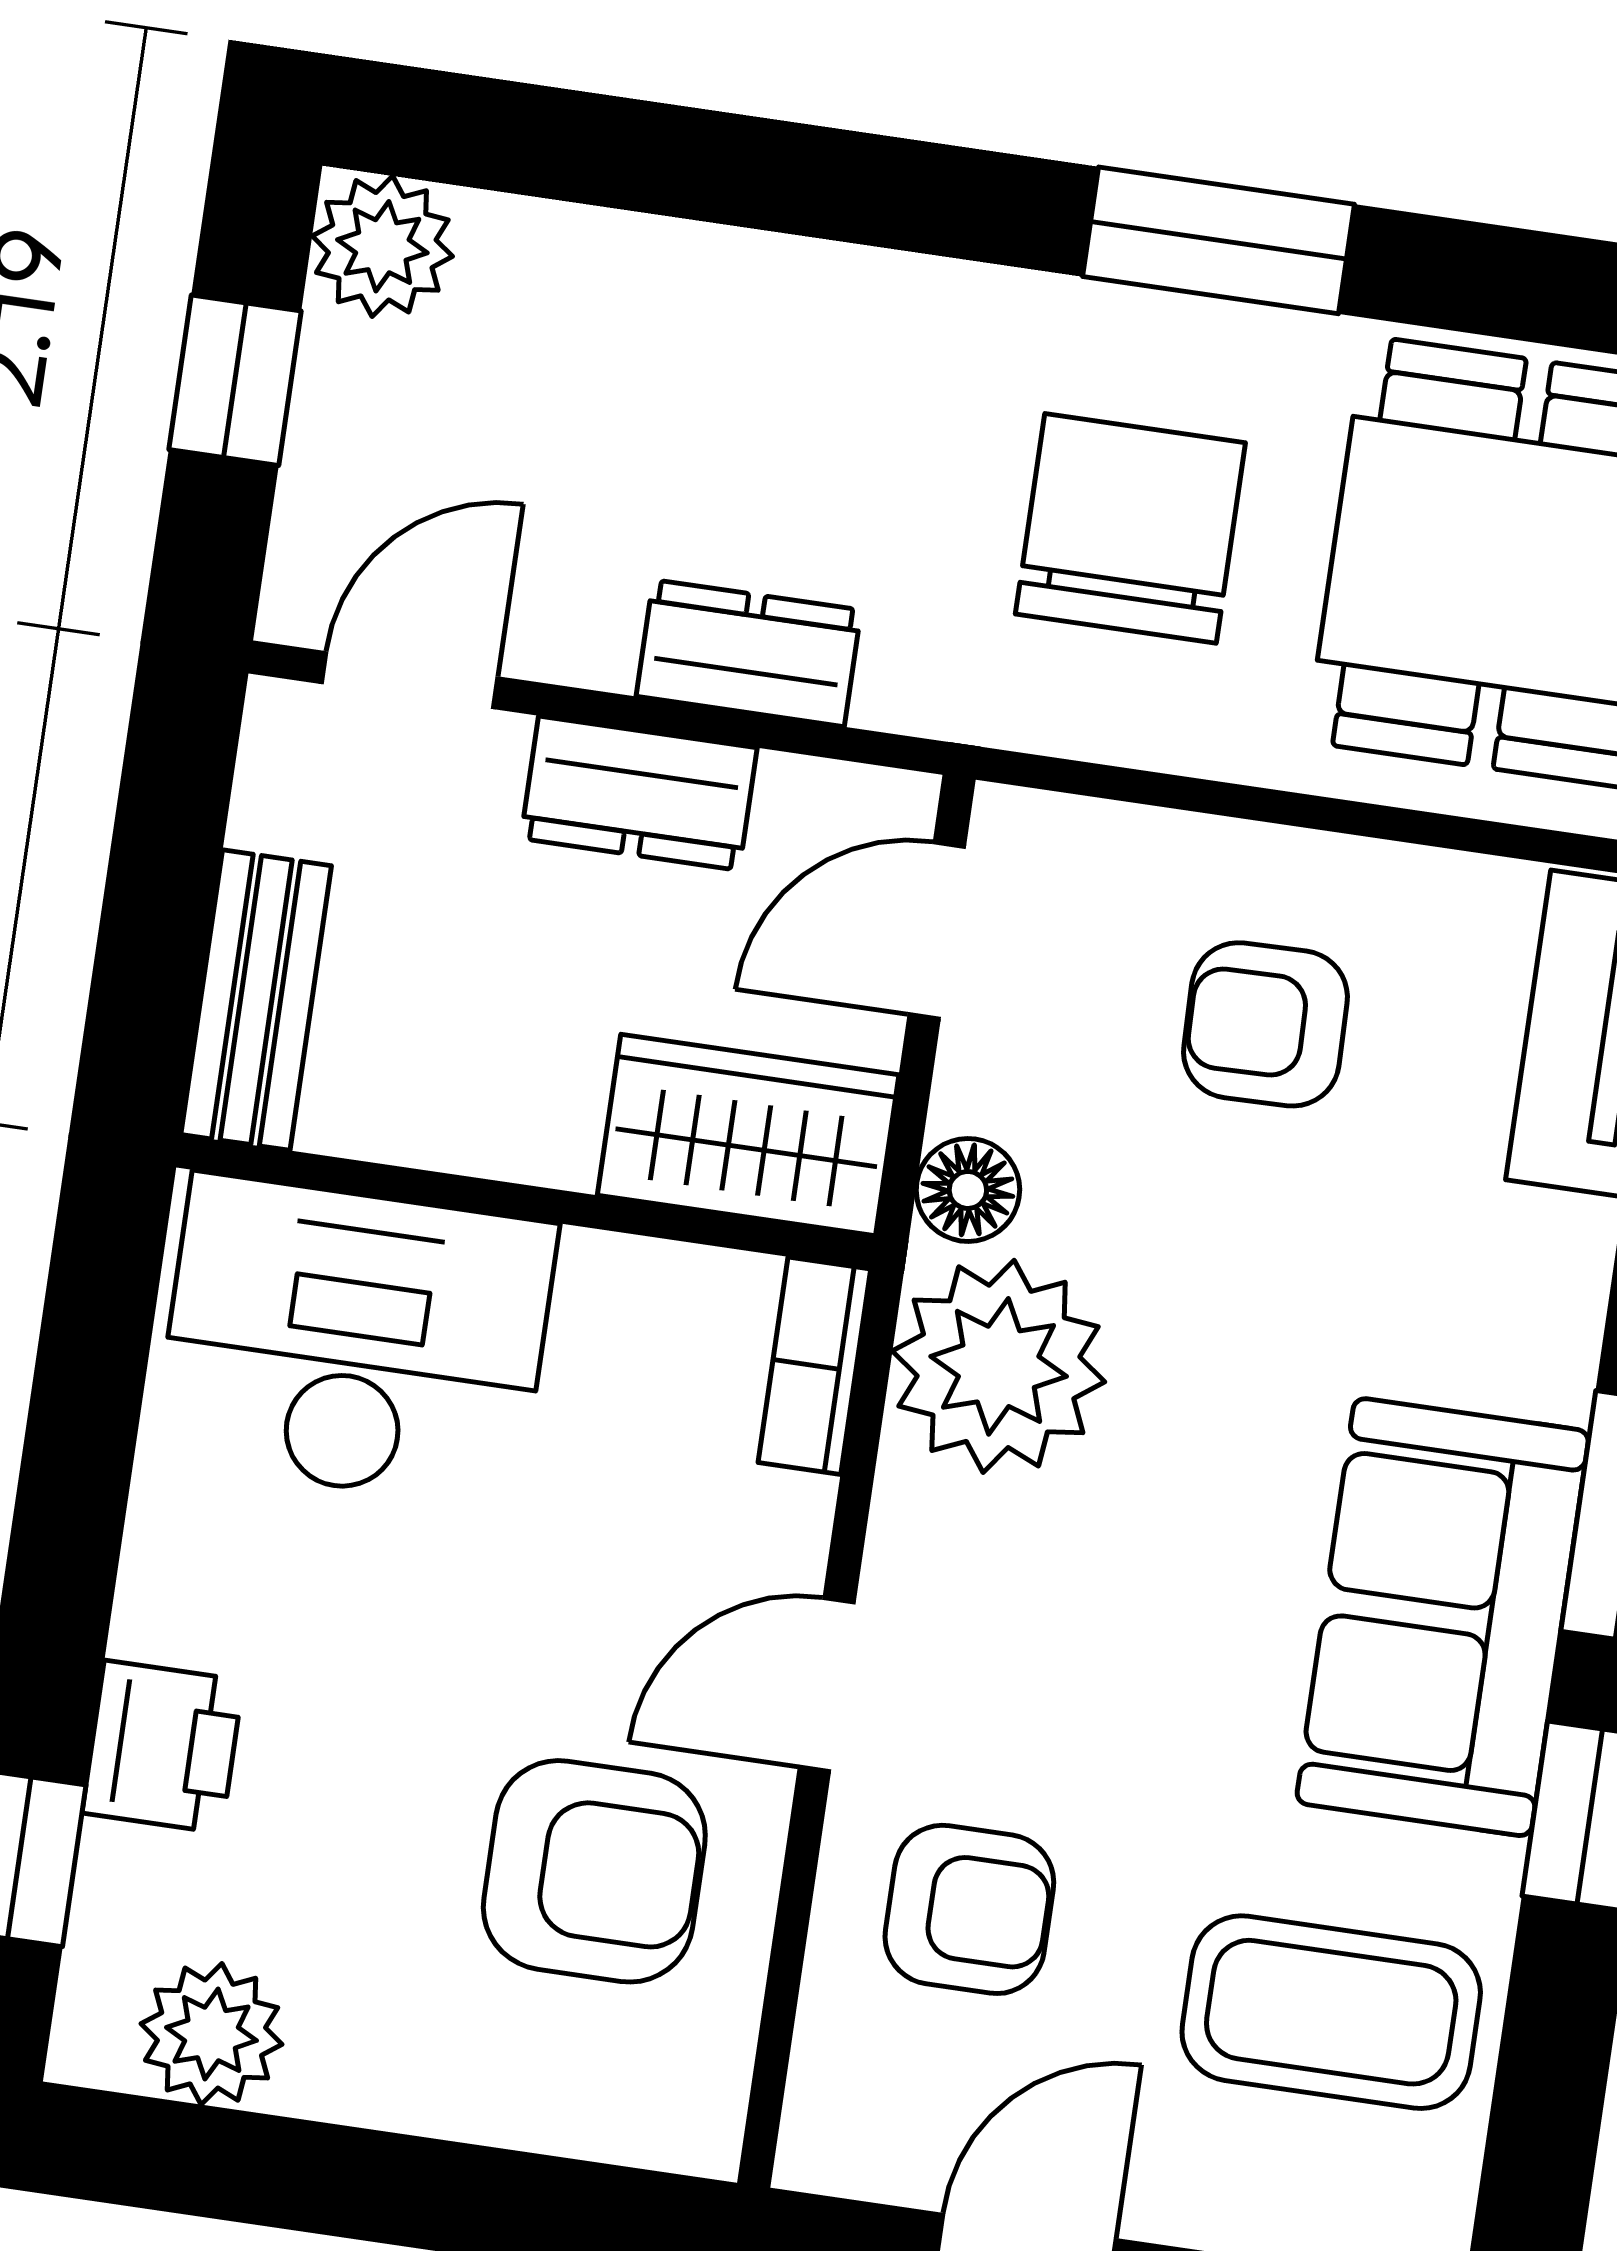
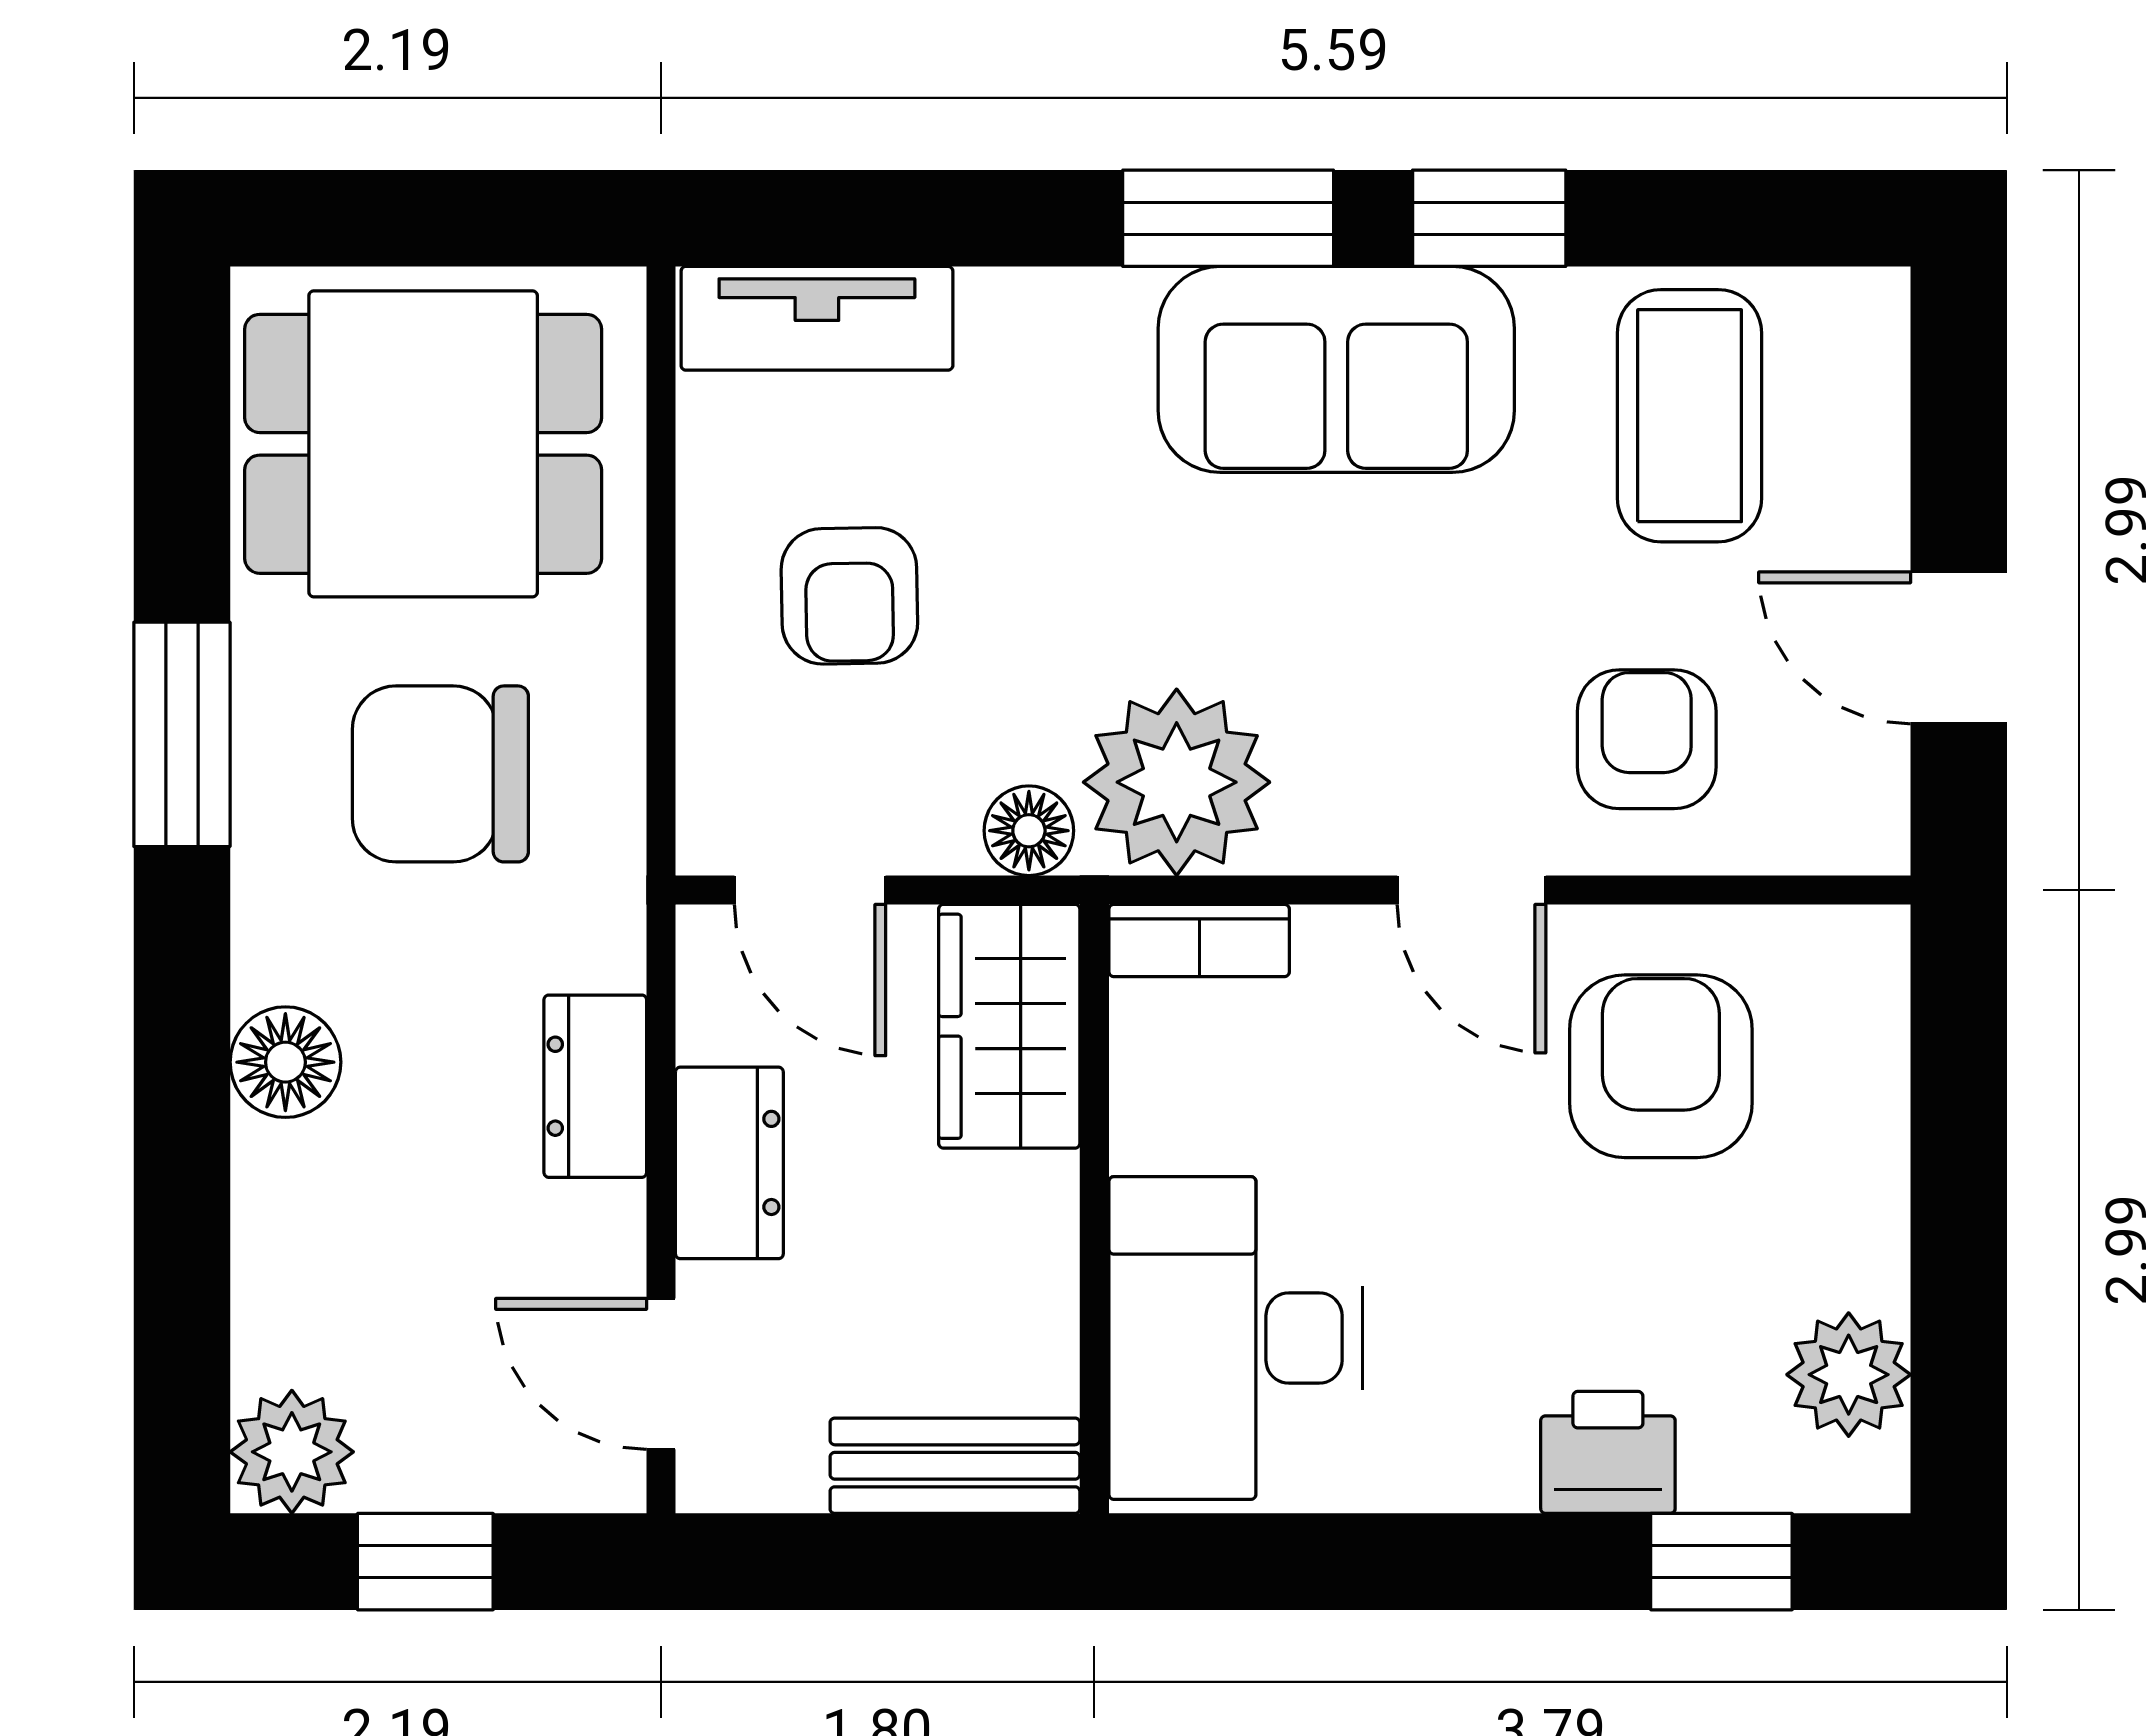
floor lamp: (828, 304) -> (285, 1062), added

